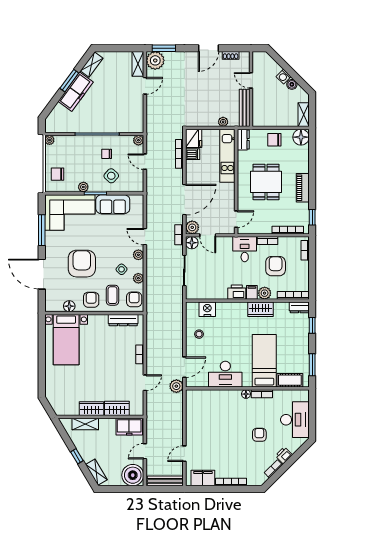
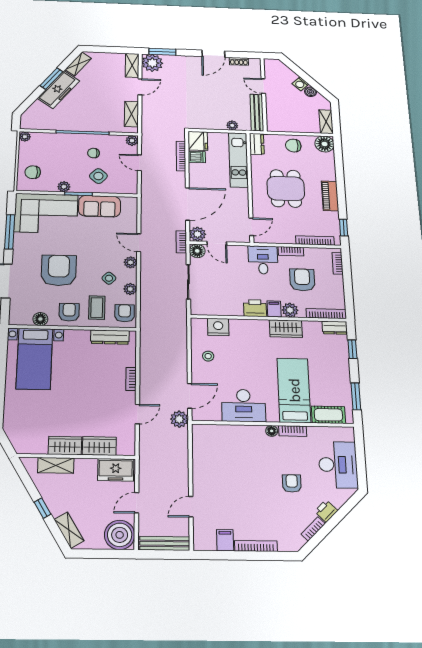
shelving: (138, 114) -> (131, 114), added
filing cabinet: (203, 478) -> (225, 540), width x0.50

